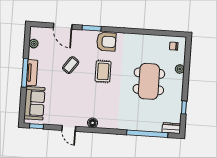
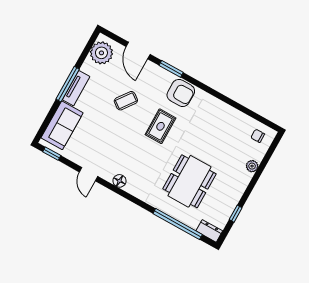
plant: (34, 44) -> (101, 53), width x1.87, depth x1.87
dining table: (149, 81) -> (189, 181), moved

